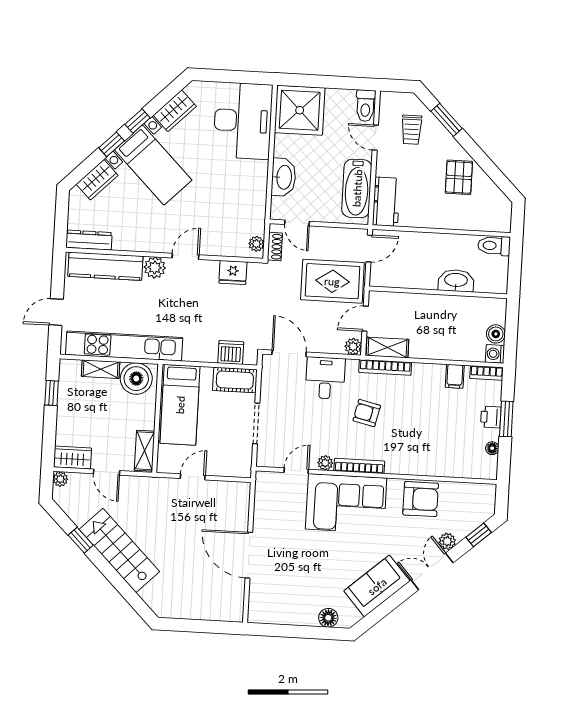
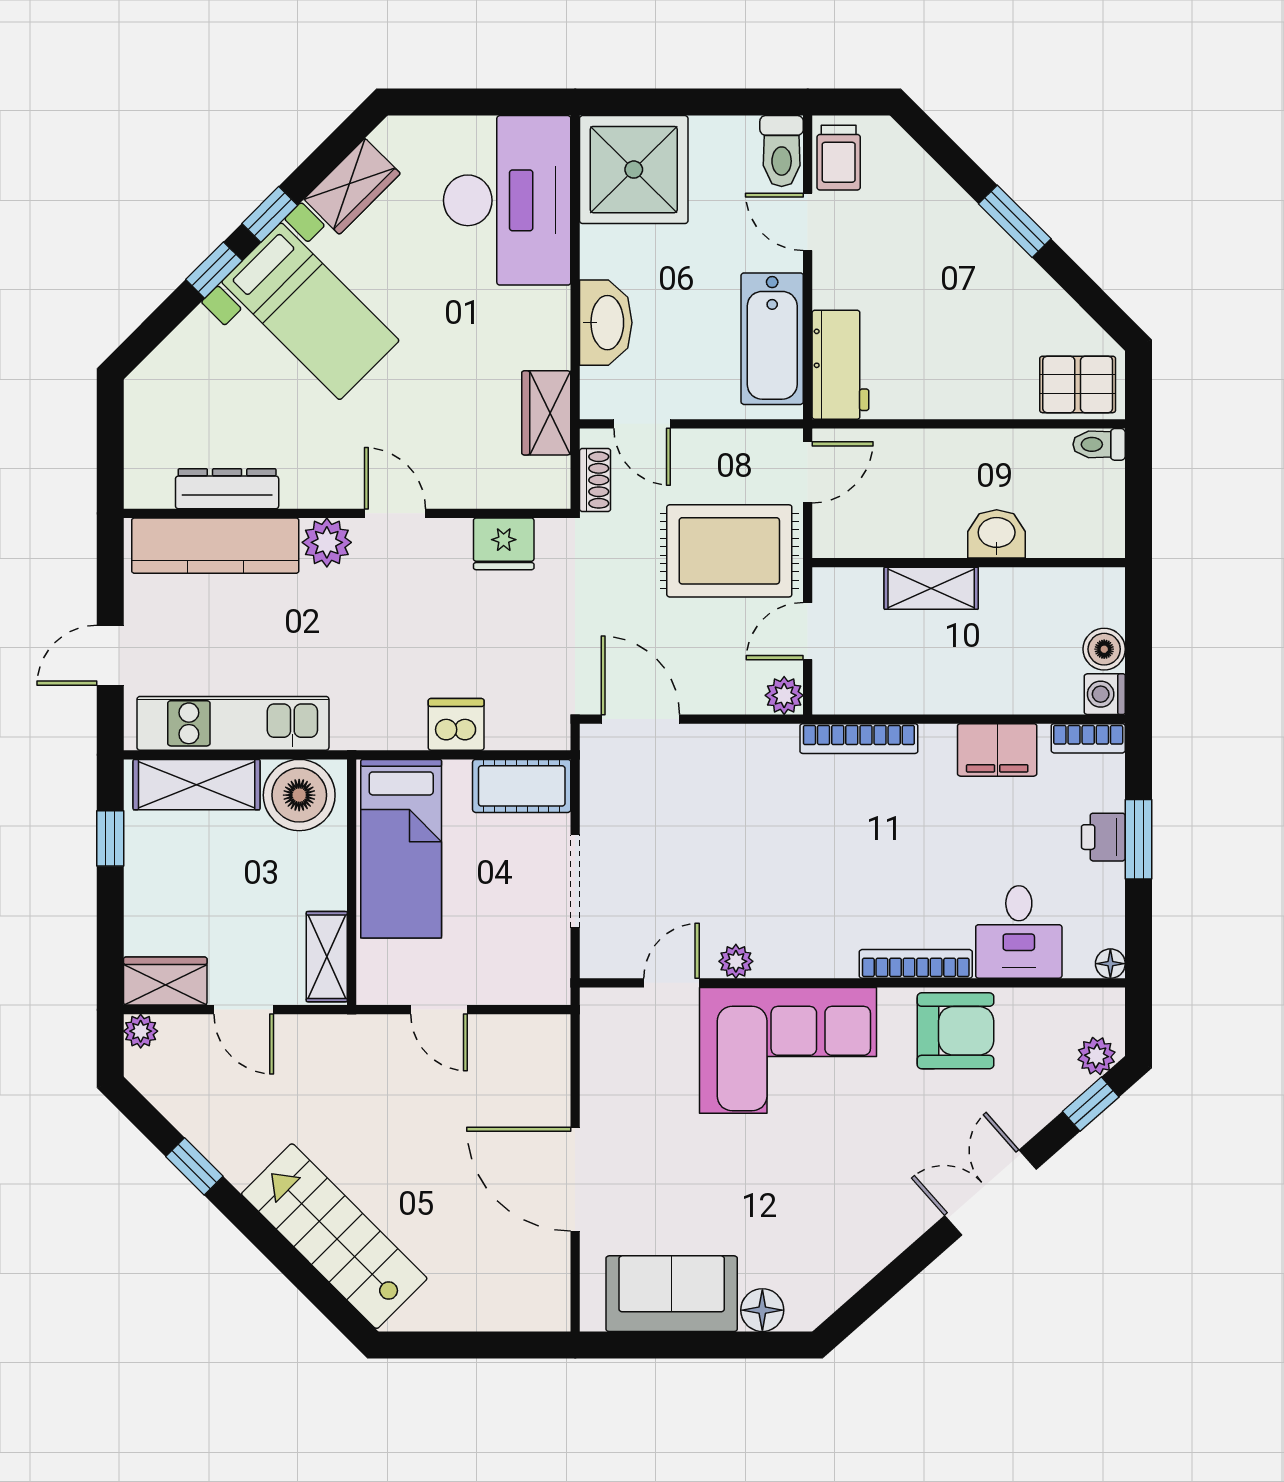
window: (447, 120) -> (1015, 221), moved
trolley: (412, 130) -> (839, 158), moved
pallet: (459, 177) -> (1078, 384), moved, turned 90
wardrobe: (97, 180) -> (546, 413), moved, turned 135
dresser: (89, 240) -> (227, 489), moved
plant: (256, 244) -> (553, 476), removed
toilet: (494, 246) -> (1099, 444), width x0.73, depth x0.72
door: (186, 256) -> (395, 513), hinge flipped
washbasin: (456, 281) -> (997, 534), width x0.72
kitchen unit: (124, 346) -> (233, 723), width x0.73
shelving: (387, 348) -> (931, 588), moved
dishwasher: (231, 352) -> (456, 724), moved
shelving: (101, 369) -> (197, 785), width x1.50, depth x1.33
filing cabinet: (455, 376) -> (997, 750), width x2.00
desk: (325, 378) -> (1019, 932), moved, turned 180
armchair: (367, 413) -> (823, 844), removed
floor lamp: (492, 448) -> (1110, 964), moved
bookcase: (359, 466) -> (916, 964), moved
door: (193, 477) -> (439, 1010), swing flipped
plant: (447, 541) -> (1096, 1056), moved
stairs: (119, 551) -> (334, 1236), moved
sofa: (377, 586) -> (672, 1294), moved, turned 41

